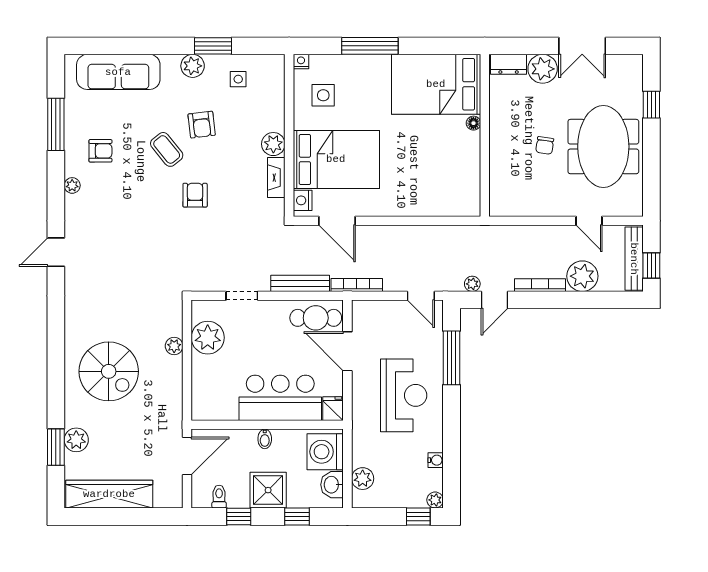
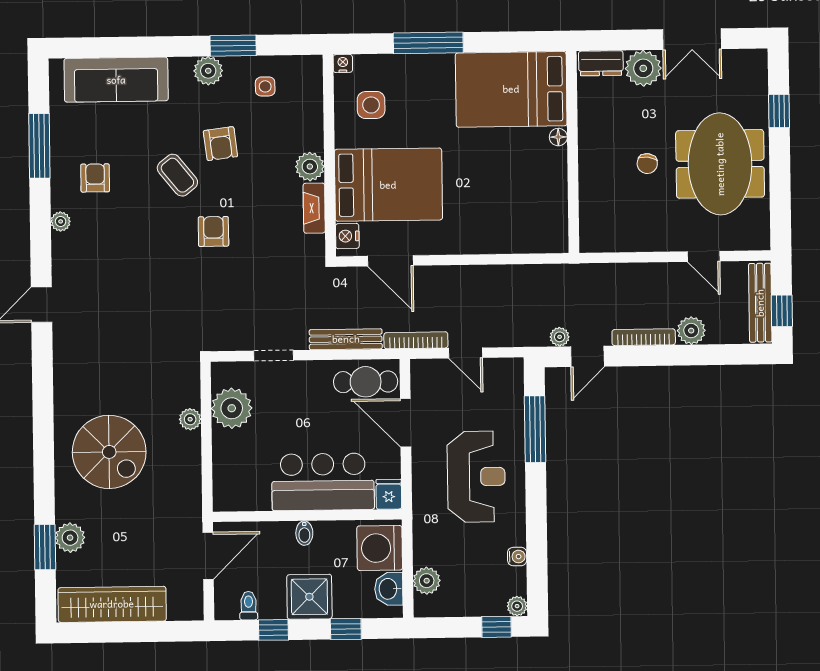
armchair: (100, 151) -> (95, 178), turned -90
plant: (582, 276) -> (691, 331), width x0.73, depth x0.73
door: (421, 296) -> (465, 353), moved

